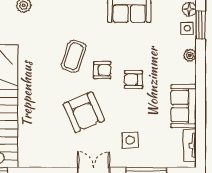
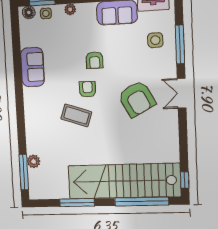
armchair: (84, 112) -> (137, 99), moved, turned 85
side table: (130, 140) -> (155, 40), moved

